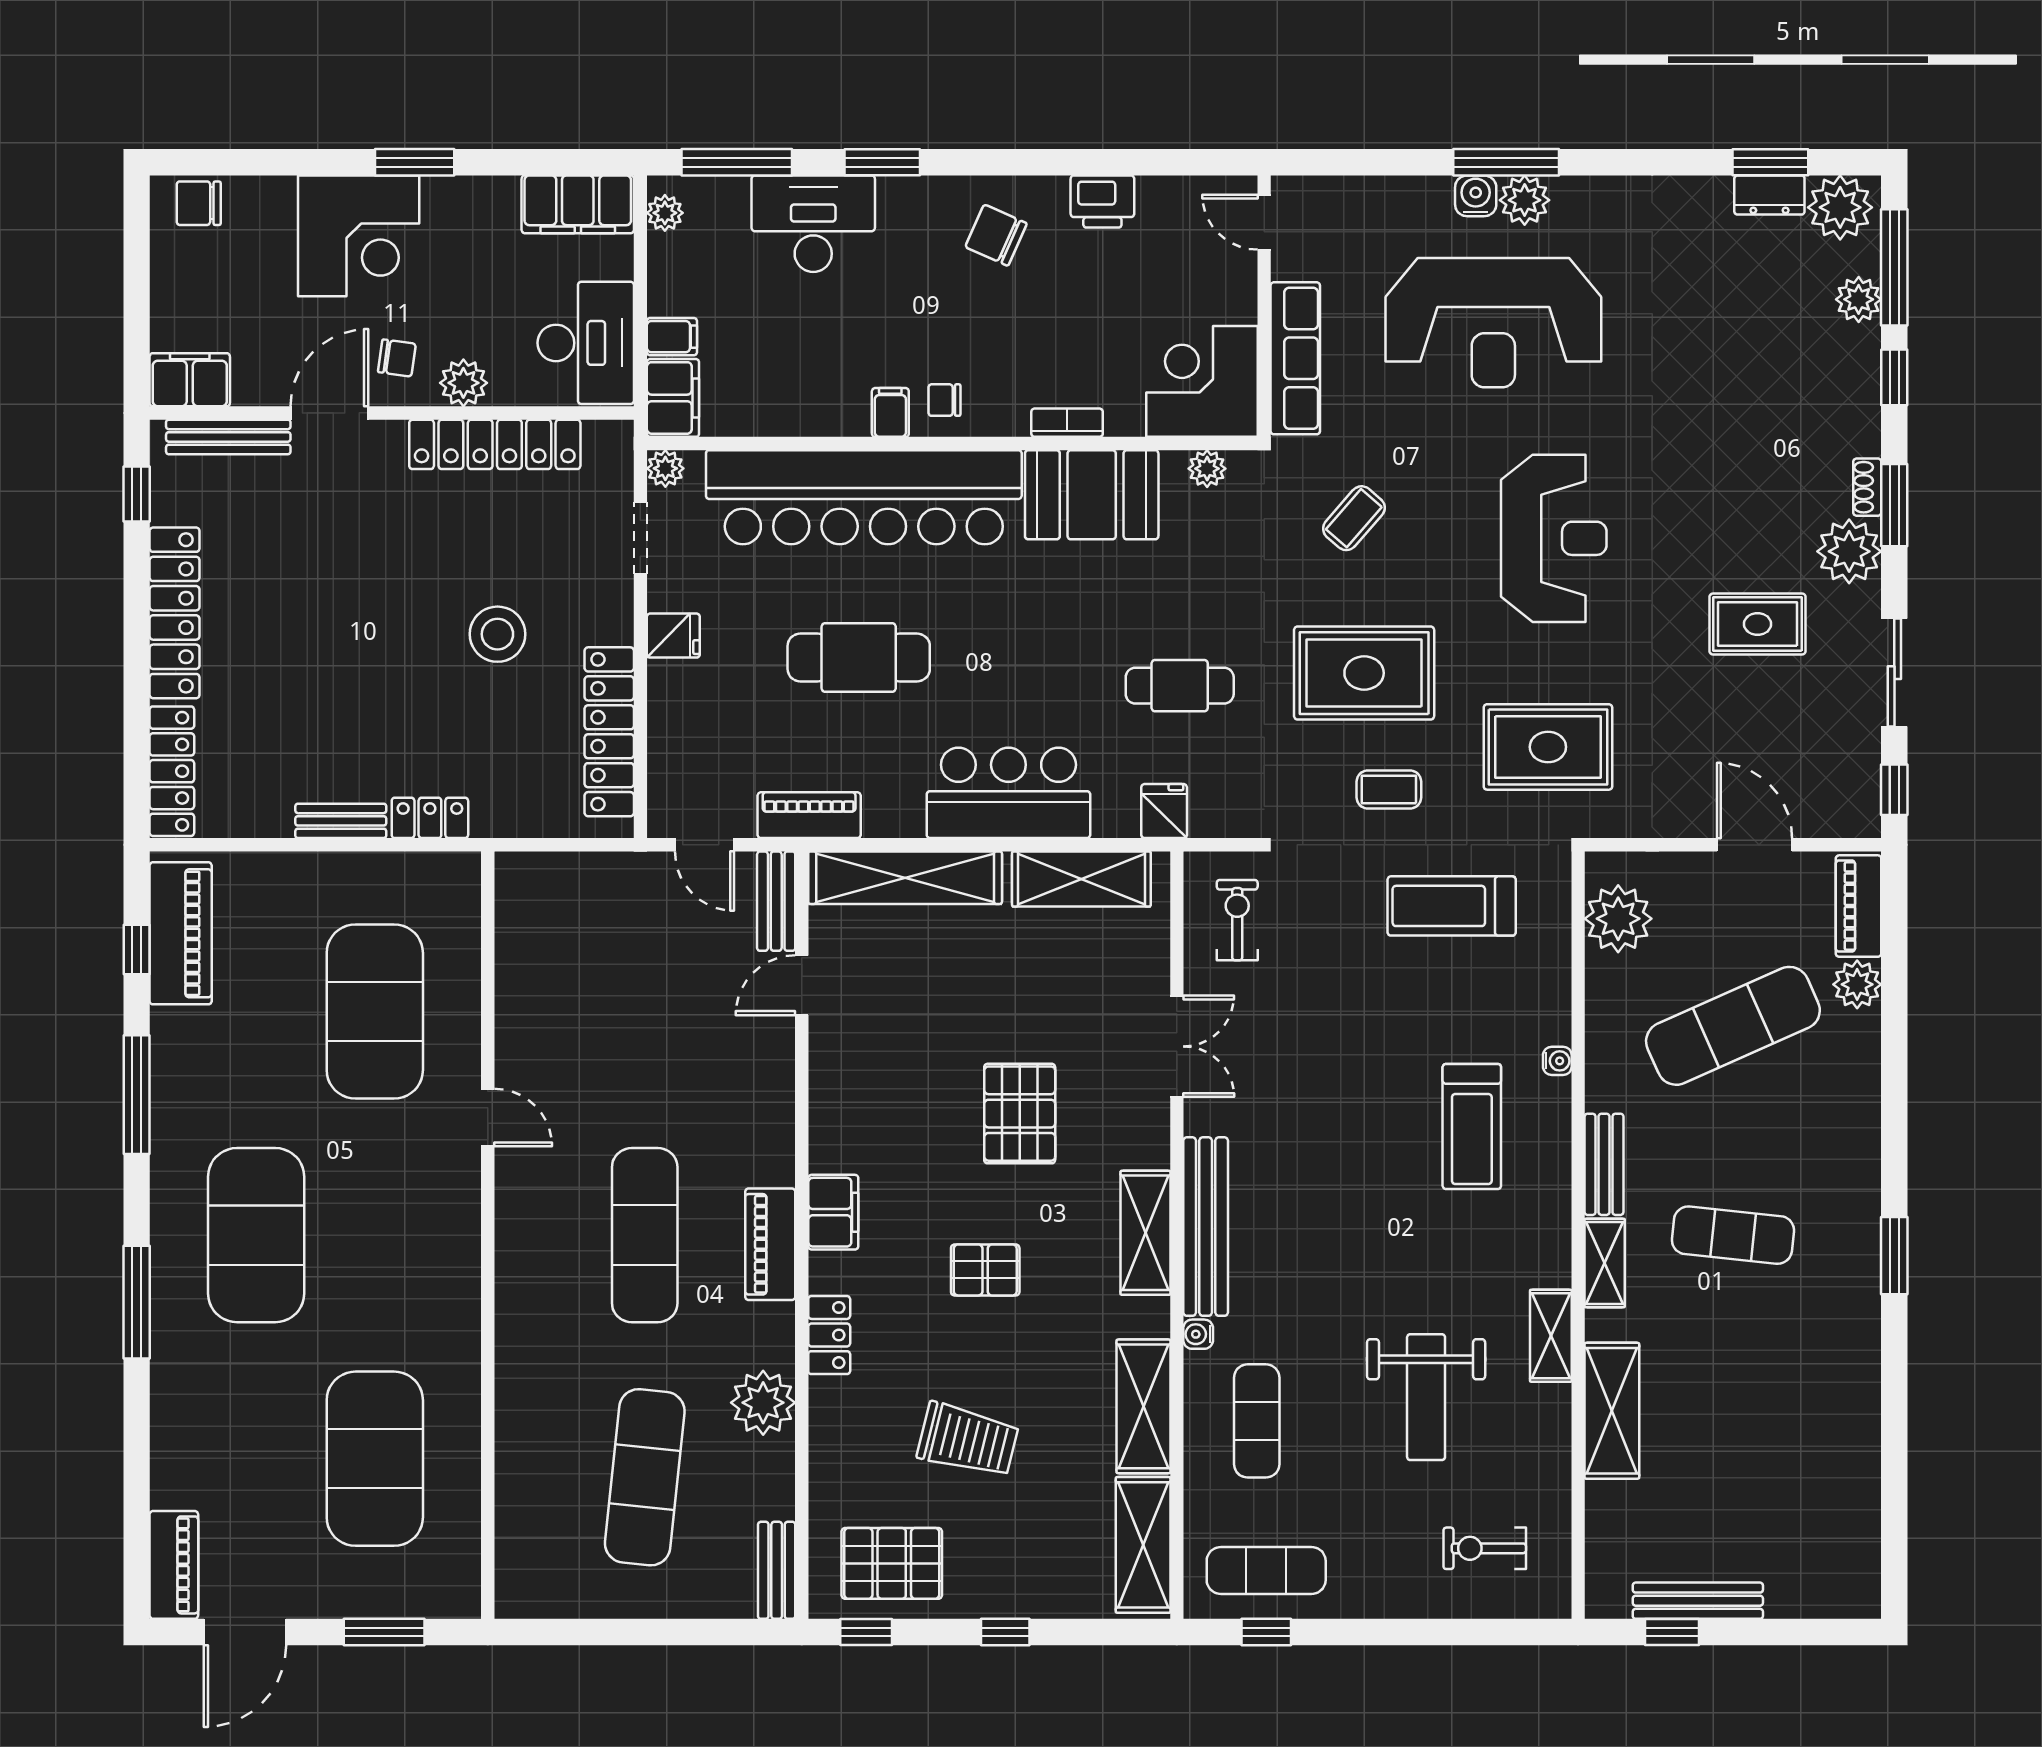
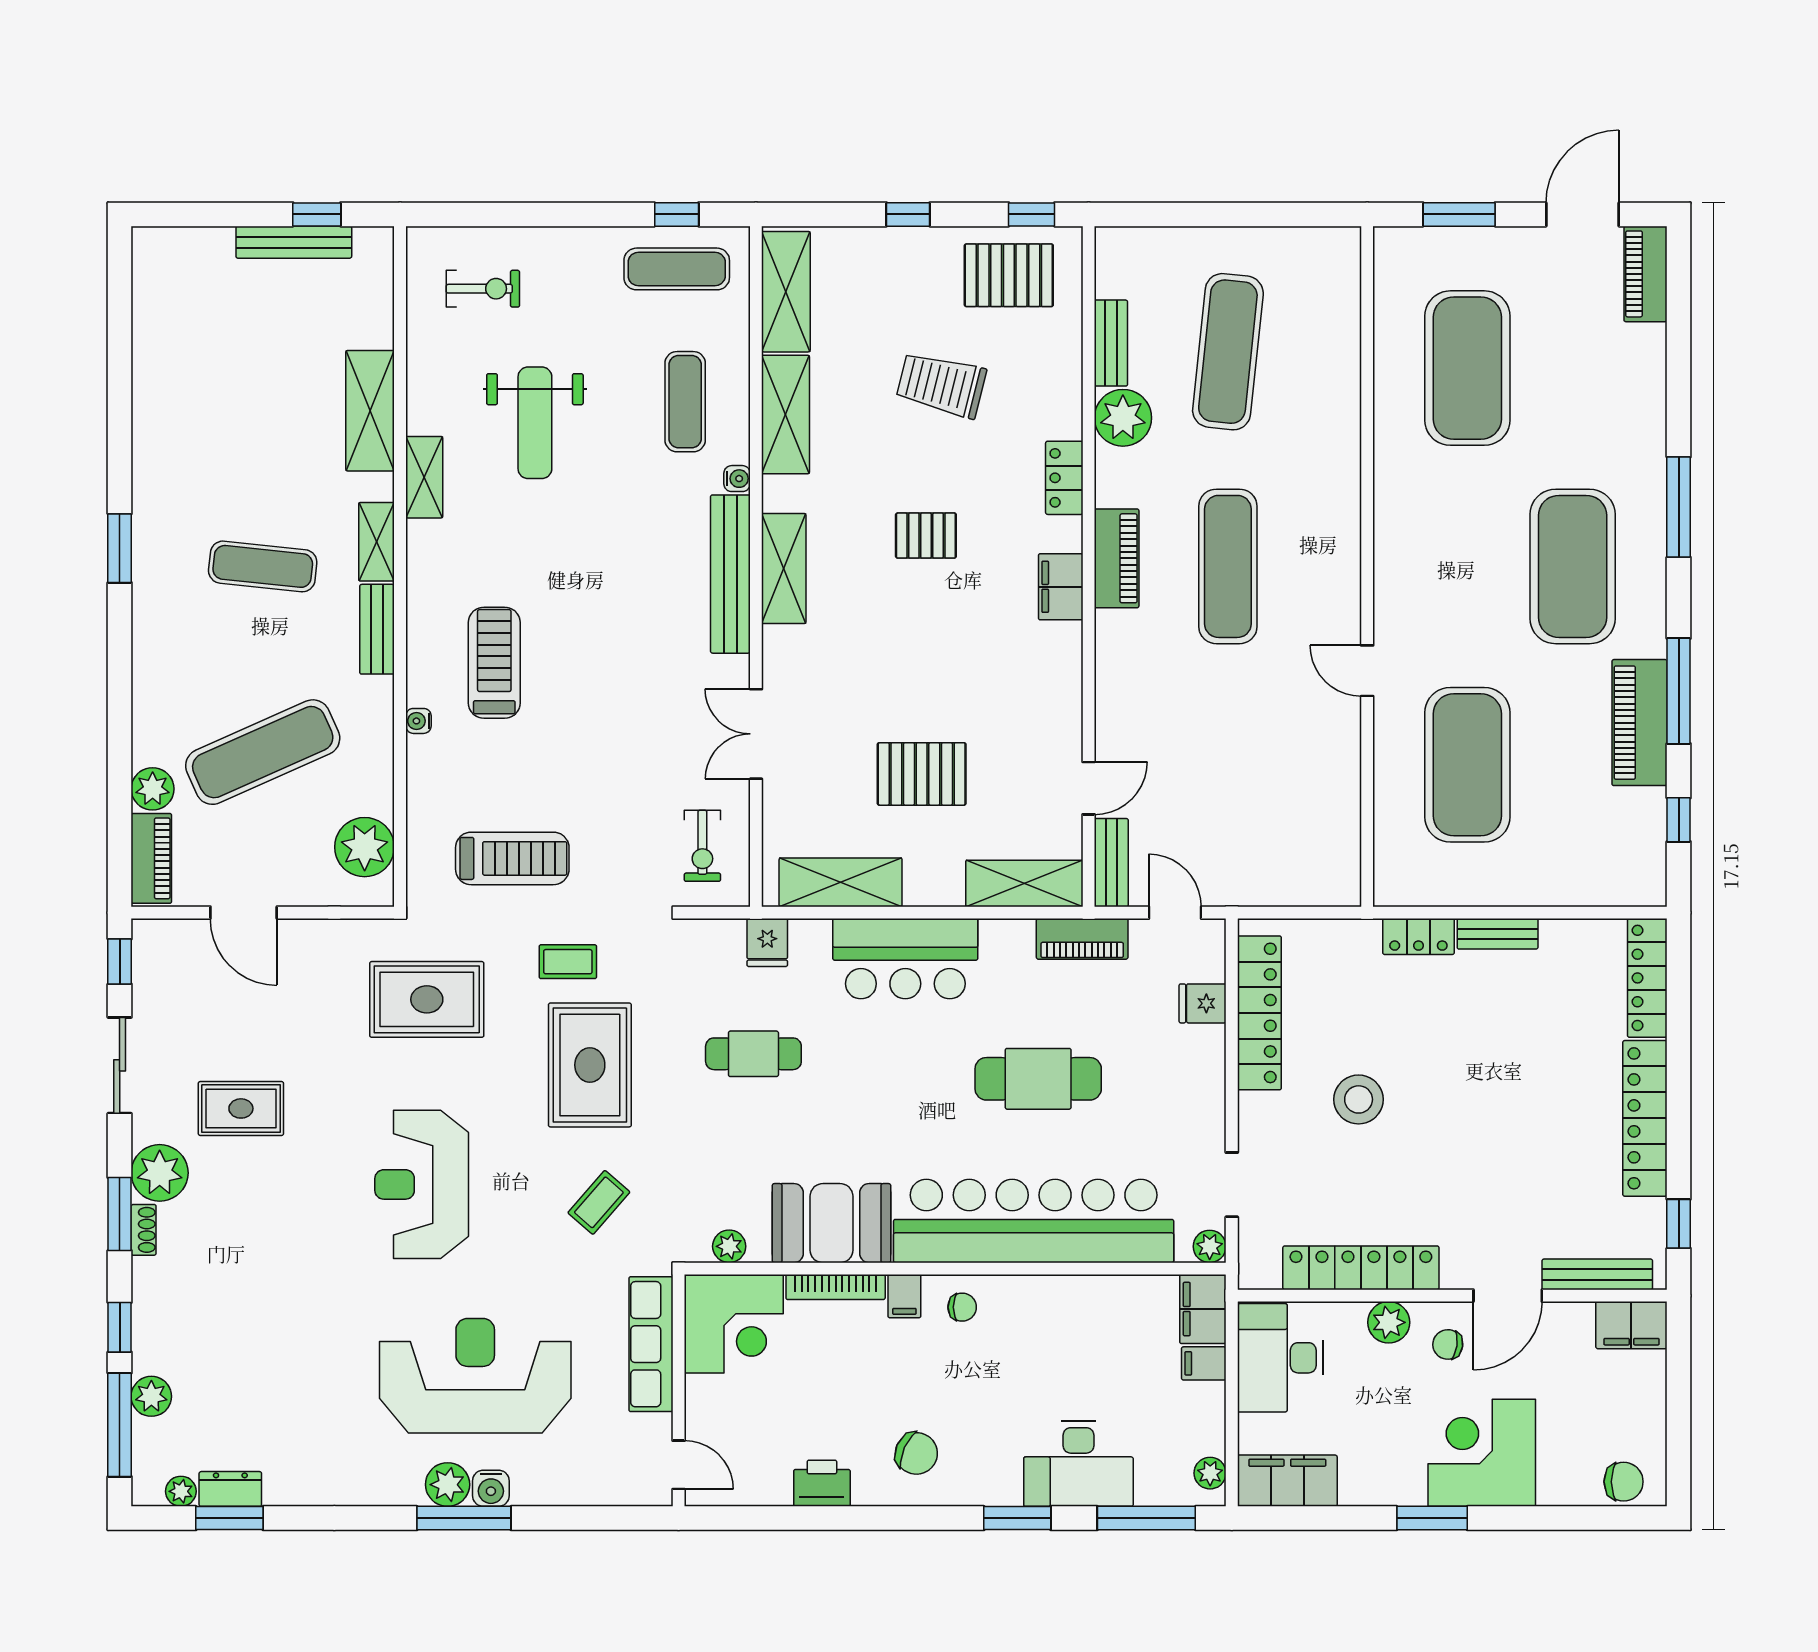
plant: (1840, 207) -> (181, 1491), width x0.53, depth x0.53
filing cabinet: (890, 412) -> (904, 1296), moved
bookcase: (1067, 423) -> (836, 1287), width x1.56
fridge: (673, 636) -> (1203, 1003), moved
rug: (1364, 673) -> (590, 1065), turned 90
shelving: (905, 878) -> (1024, 883), width x0.68
piano: (181, 933) -> (1640, 723), moved
pallet: (1020, 1114) -> (922, 774), moved, turned 90
weight bench: (1426, 1397) -> (535, 423), turned 180
bench: (777, 1570) -> (1111, 343), moved

